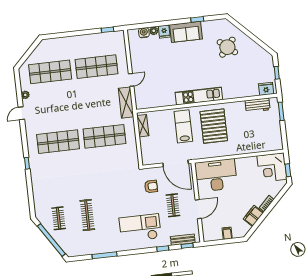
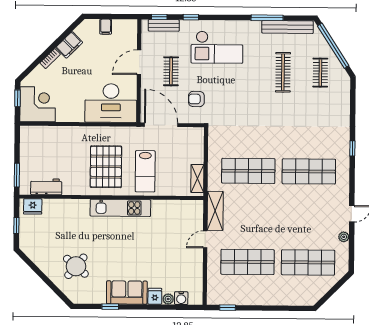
bench: (88, 250) -> (288, 27), added

